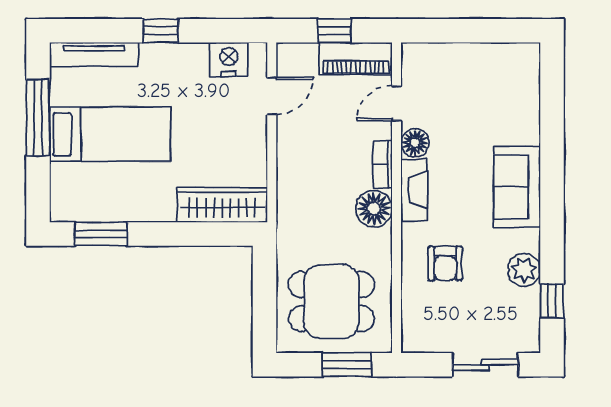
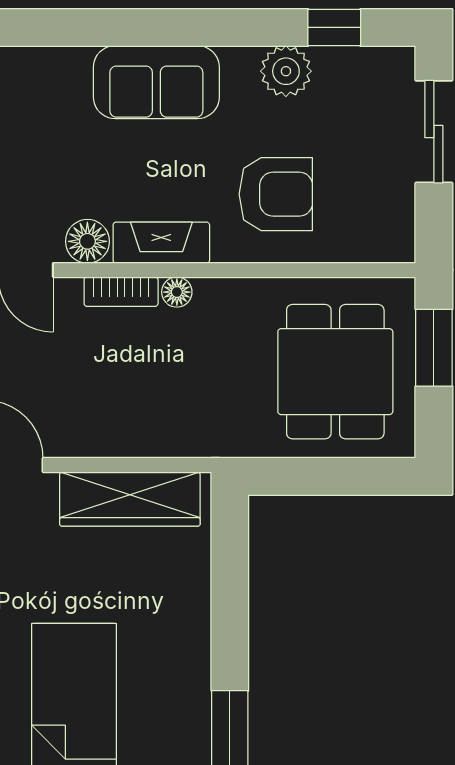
wardrobe: (222, 205) -> (130, 499), moved, turned -90
floor lamp: (374, 209) -> (177, 292), width x0.53, depth x0.53
armchair: (445, 263) -> (276, 194), width x1.38, depth x1.38

